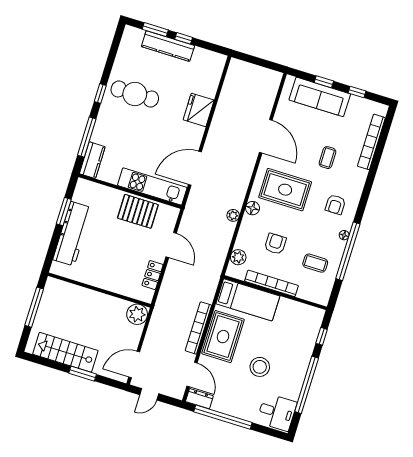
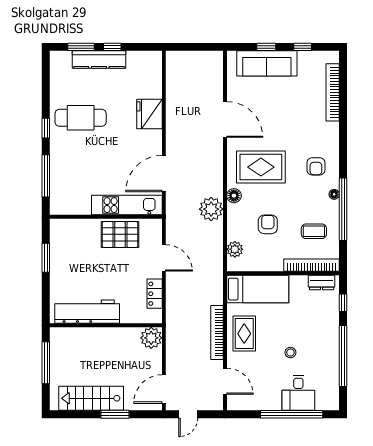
coffee table: (327, 158) -> (293, 122), removed
kitchen counter: (92, 160) -> (58, 197), removed
plant: (233, 215) -> (211, 209), width x1.87, depth x1.87
workbench: (72, 234) -> (87, 312), moved, turned -90
bookcase: (271, 283) -> (311, 265), moved
rug: (223, 337) -> (244, 334), width x0.73, depth x0.70
stool: (260, 367) -> (290, 353), width x0.53, depth x0.53
dresser: (199, 399) -> (322, 282), moved, turned 180
desk: (277, 412) -> (298, 393), moved, turned 90
window: (223, 417) -> (292, 414), moved

